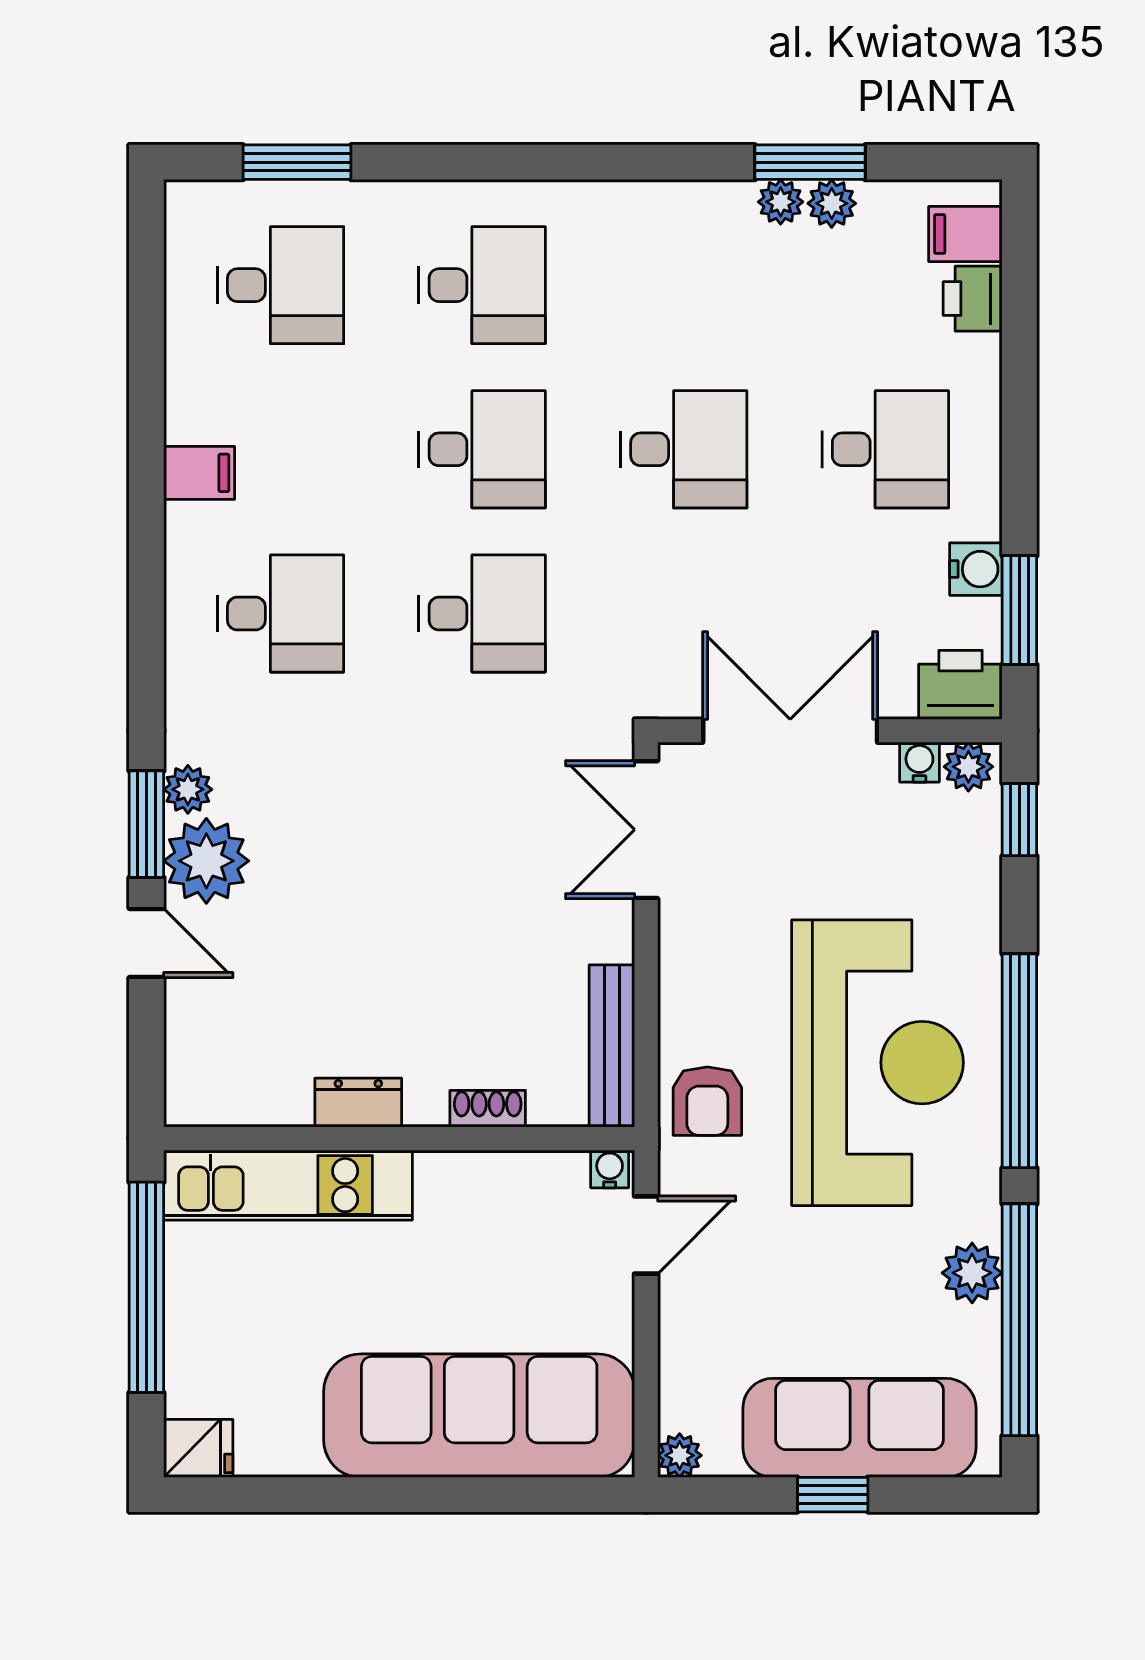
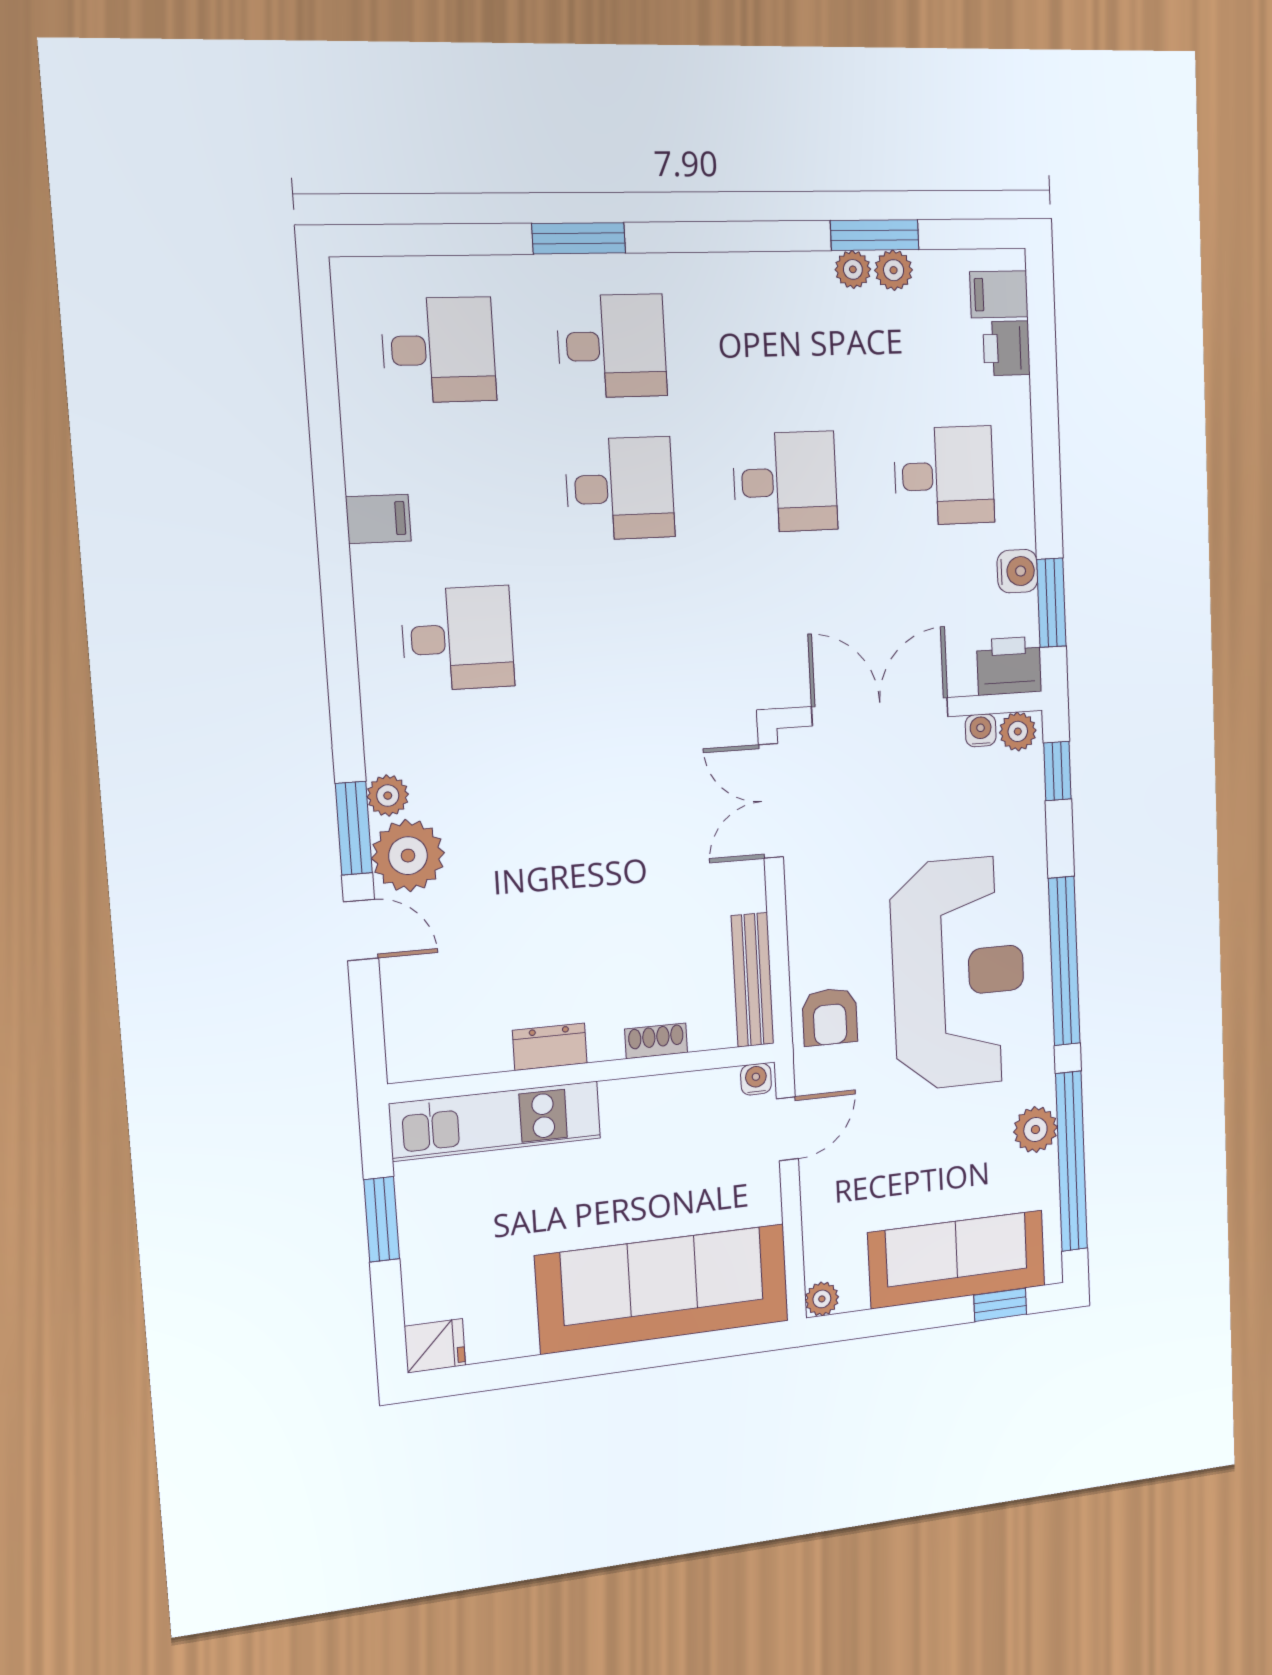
window: (297, 162) -> (579, 238), moved
desk: (482, 614) -> (628, 629), removed
window: (146, 1287) -> (382, 1219), width x0.47
window: (833, 1495) -> (1000, 1305), moved

